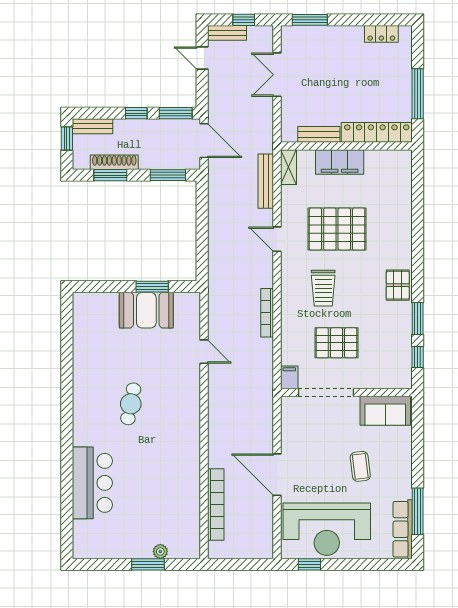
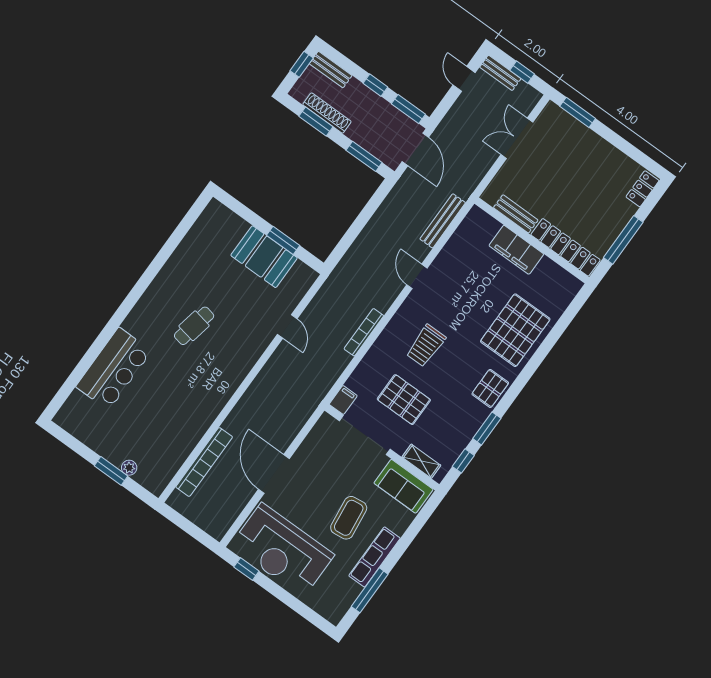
locker: (381, 34) -> (642, 189), moved, turned 90
shelving: (289, 167) -> (421, 461), moved, turned 90
pallet: (337, 229) -> (515, 330), moved, turned 90
coffee table: (360, 466) -> (349, 518), width x1.36, depth x1.30
row of seats: (403, 529) -> (374, 557), moved

